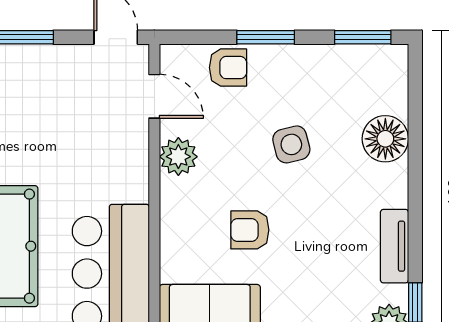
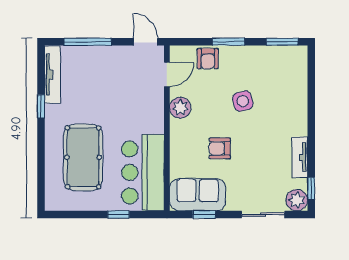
armchair: (228, 68) -> (208, 59), turned 90
door: (154, 96) -> (167, 74), hinge flipped
floor lamp: (385, 139) -> (295, 98), removed

